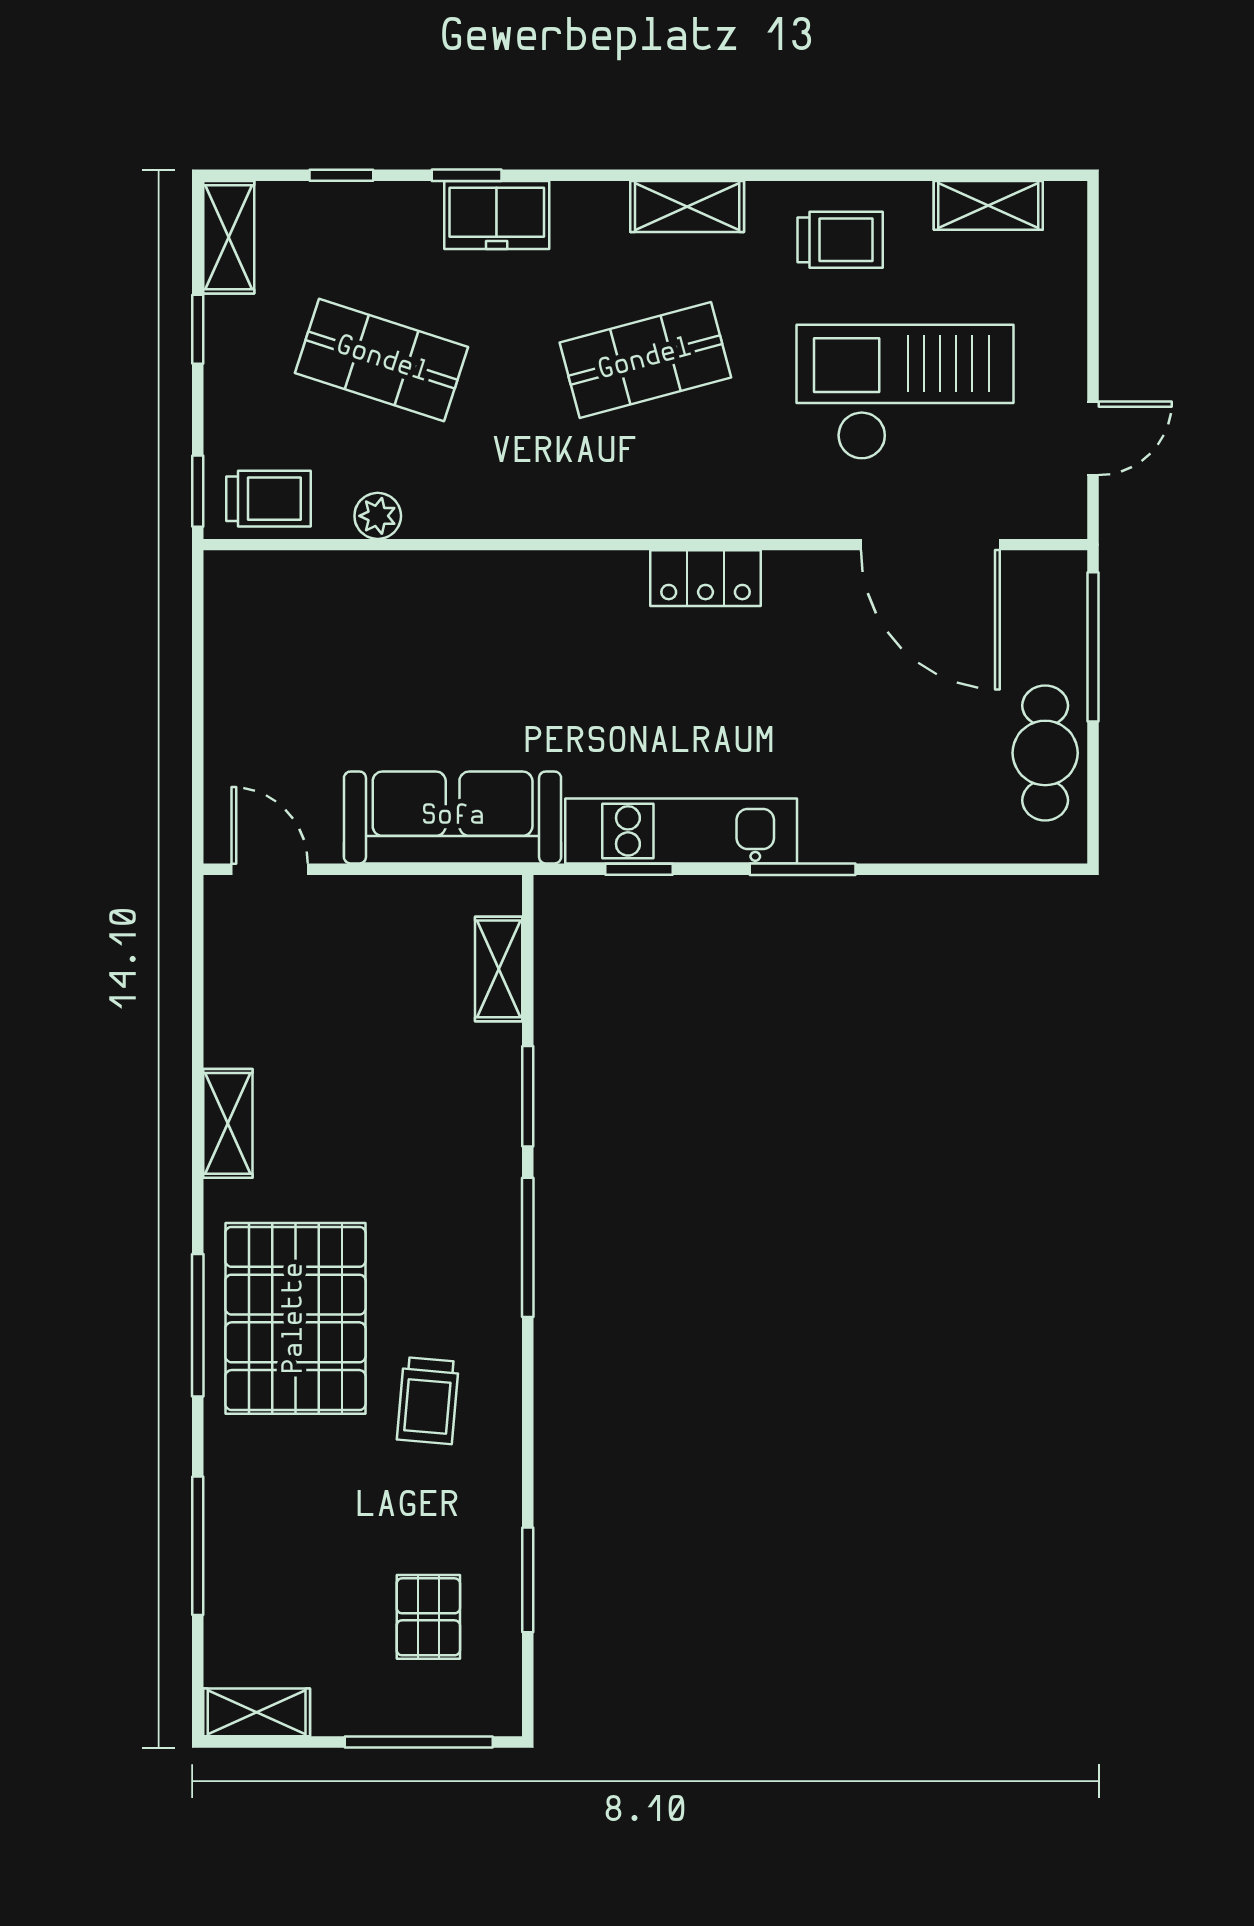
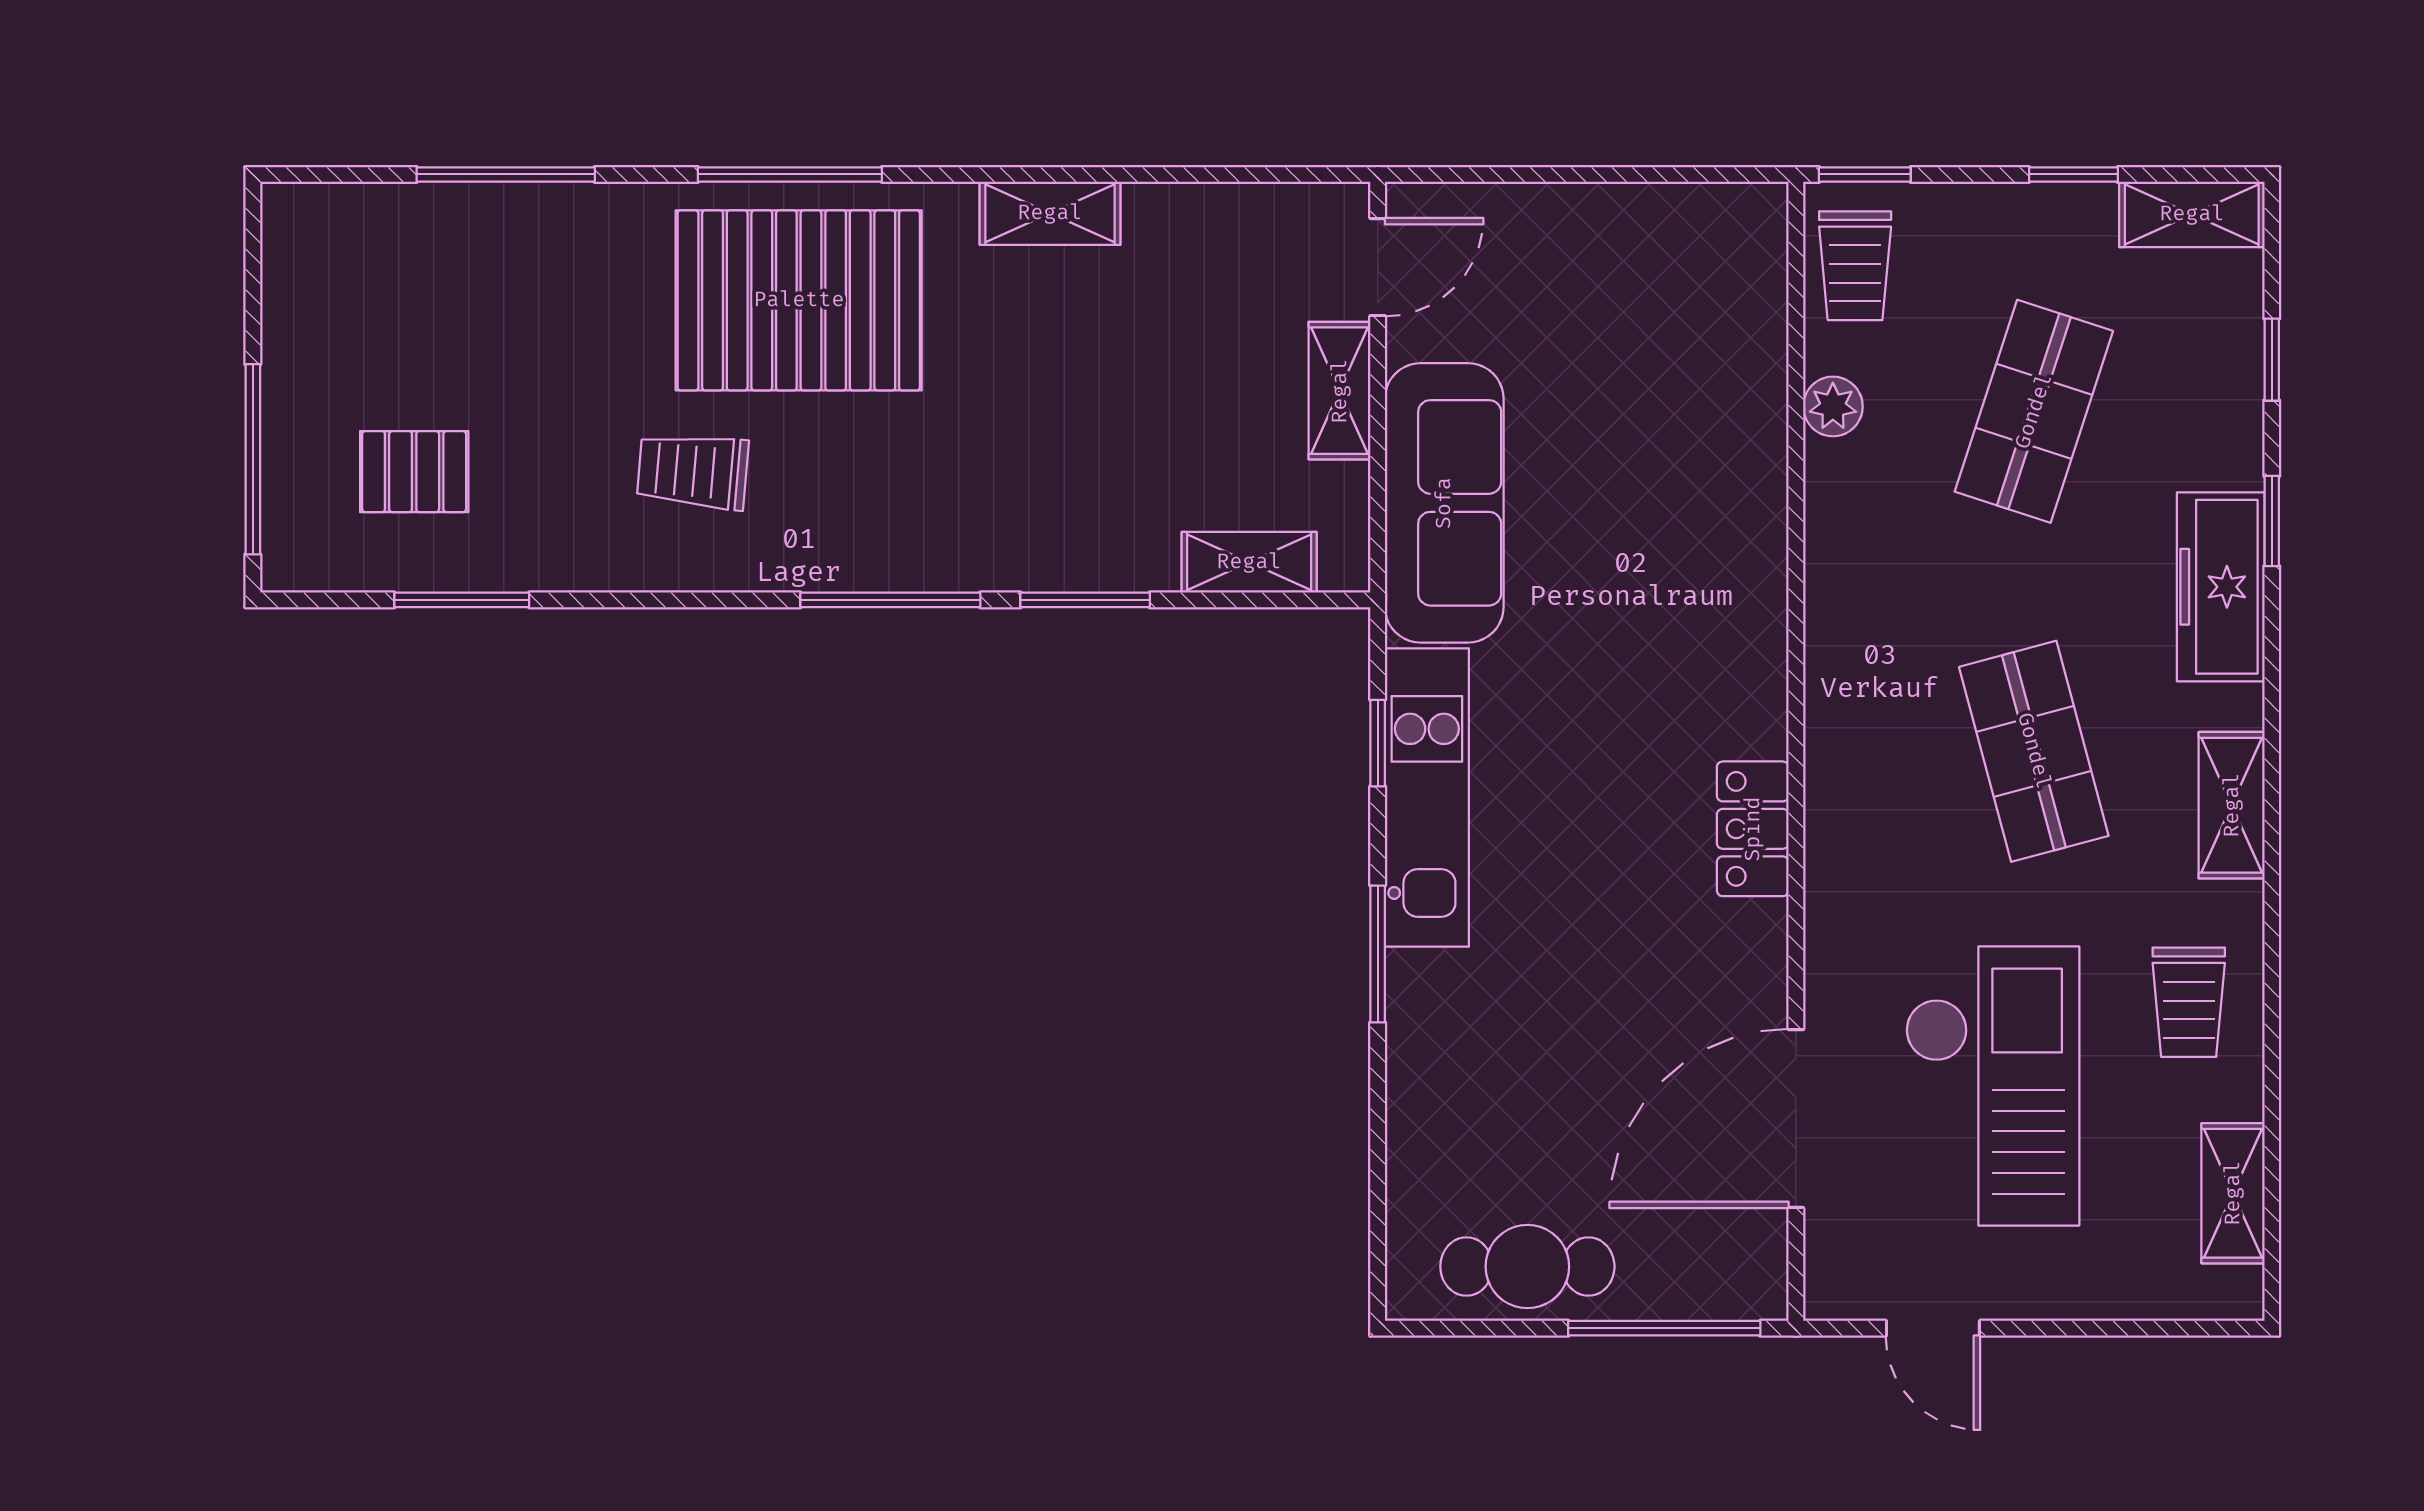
freezer: (497, 215) -> (2221, 587), width x1.40
shelving: (257, 1712) -> (1340, 391), moved

